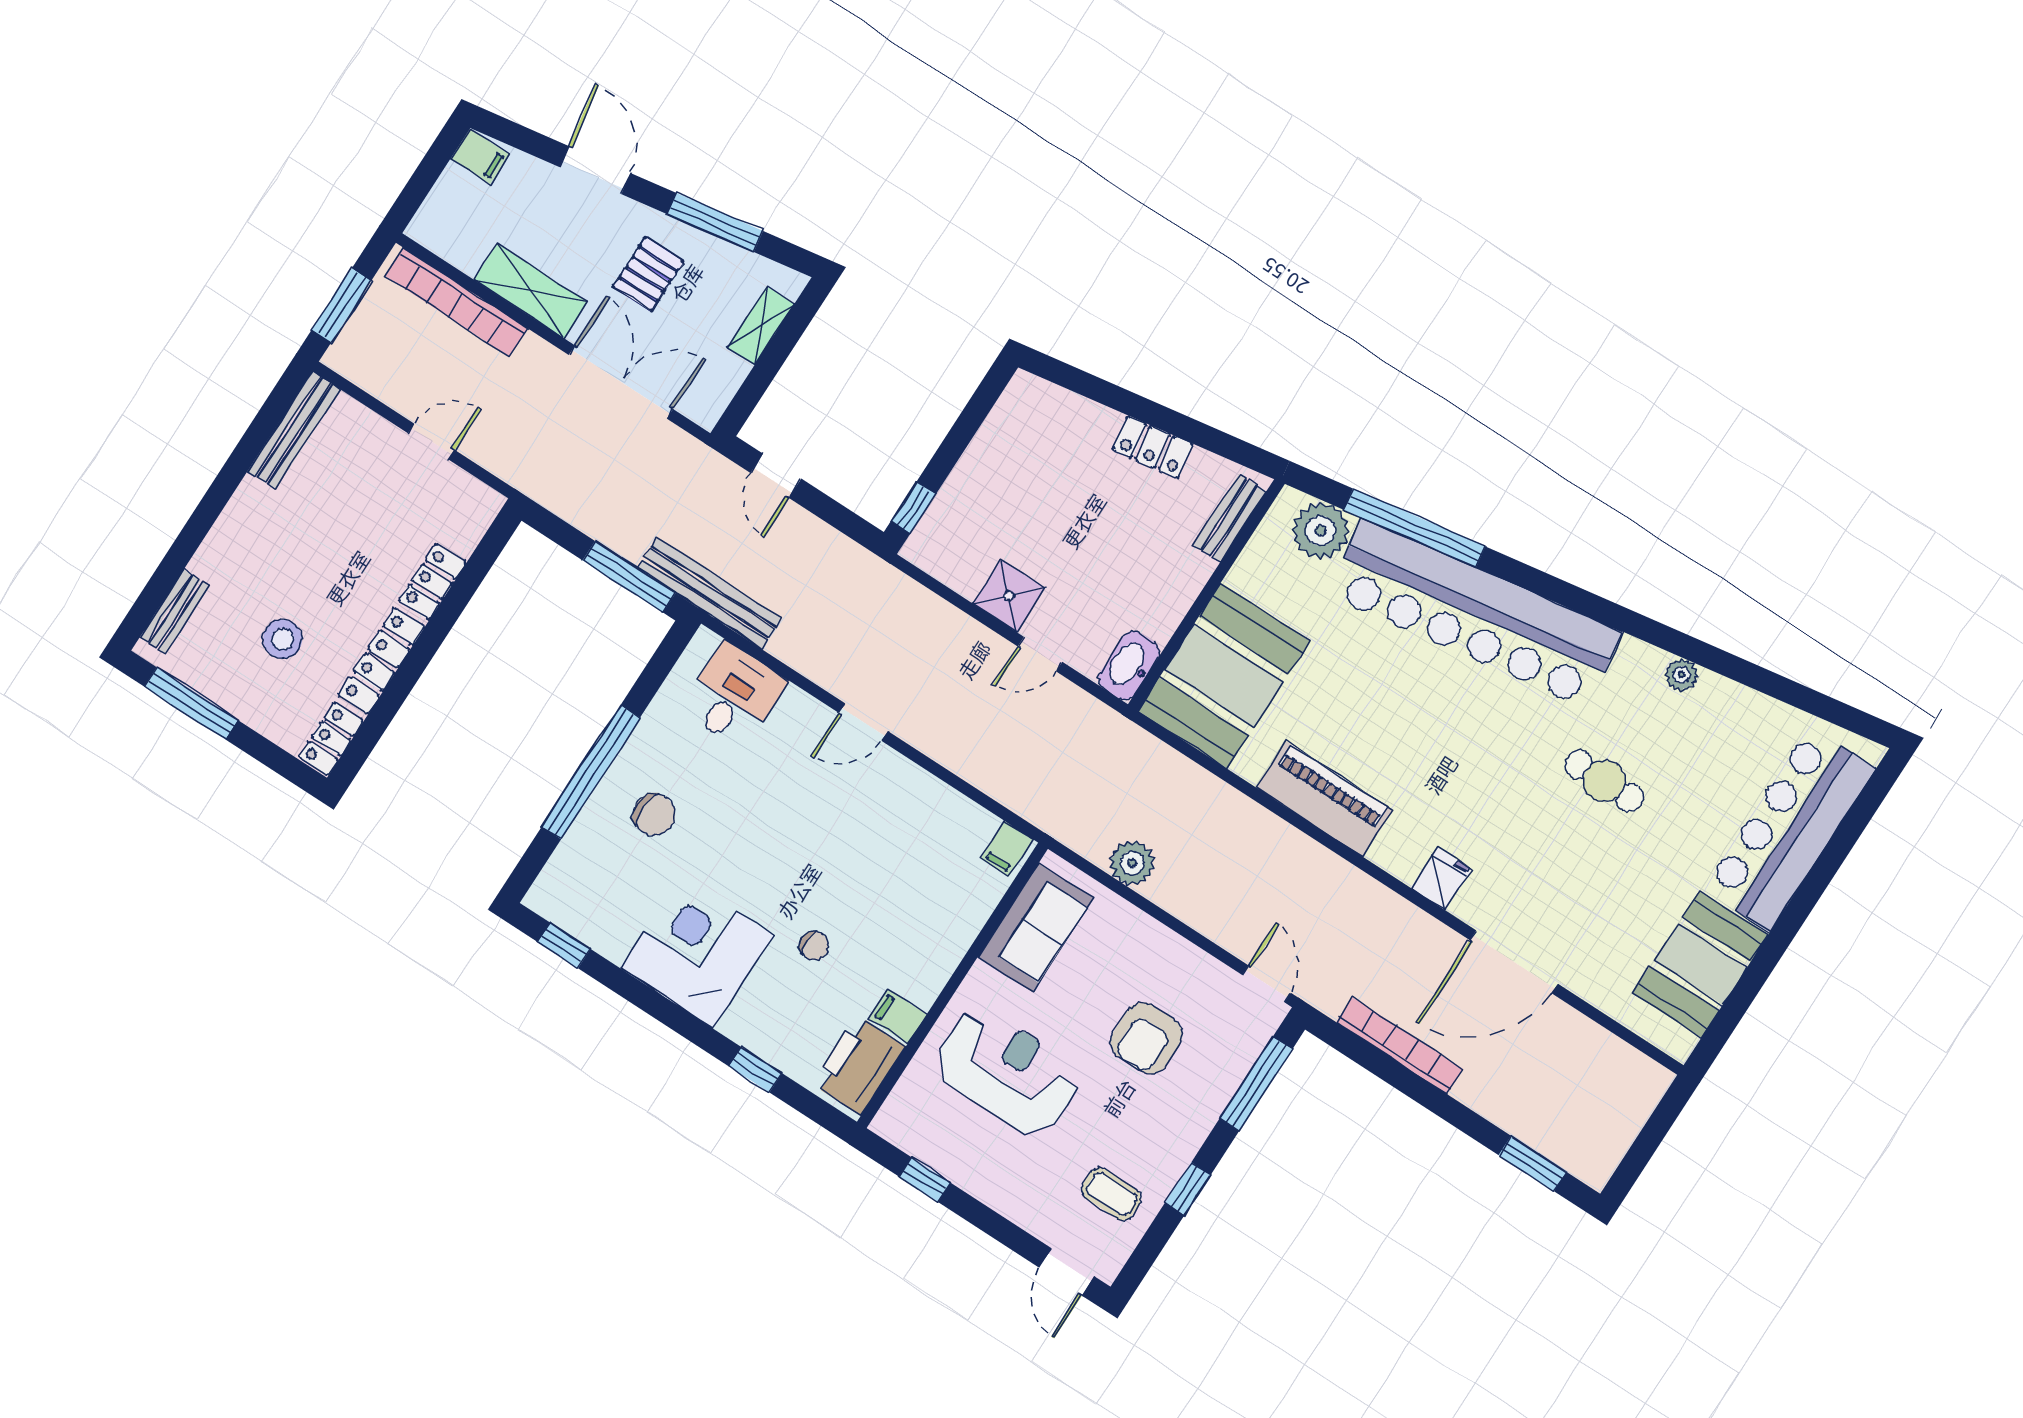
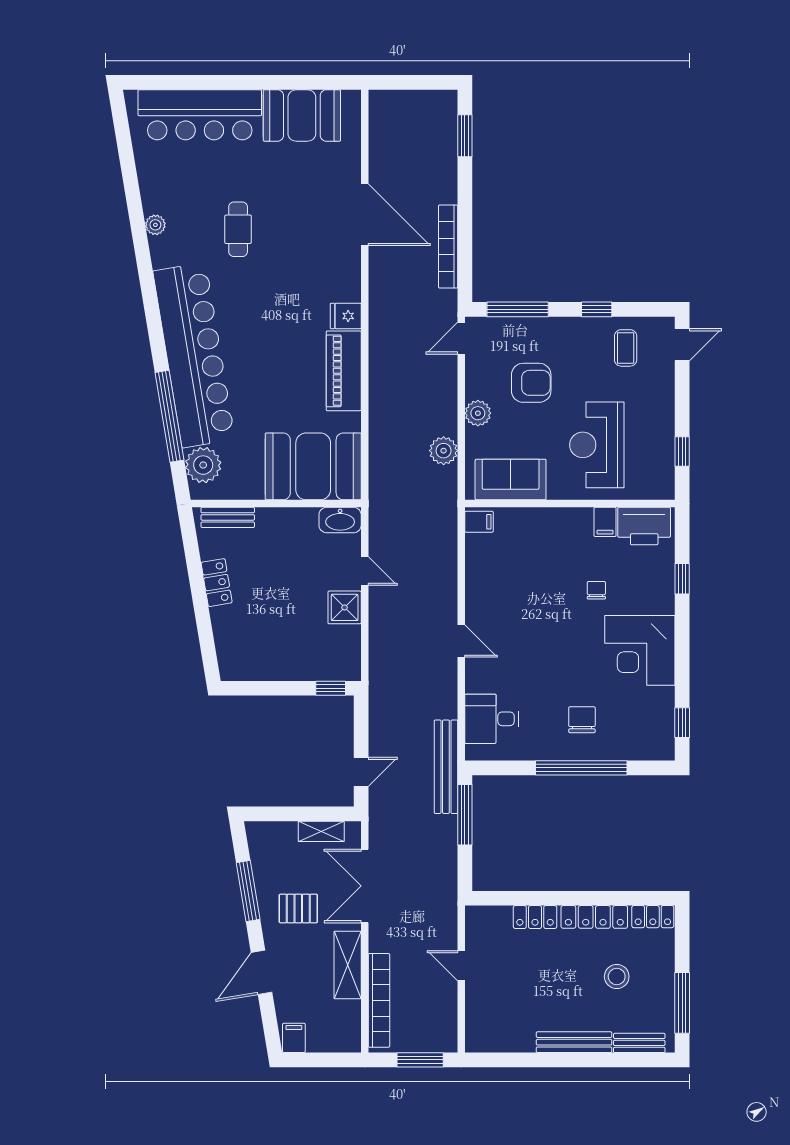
shelving: (761, 326) -> (321, 831), moved
bench: (294, 430) -> (574, 1042), moved
fridge: (1441, 879) -> (346, 316), moved
plant: (1152, 941) -> (478, 413), added

